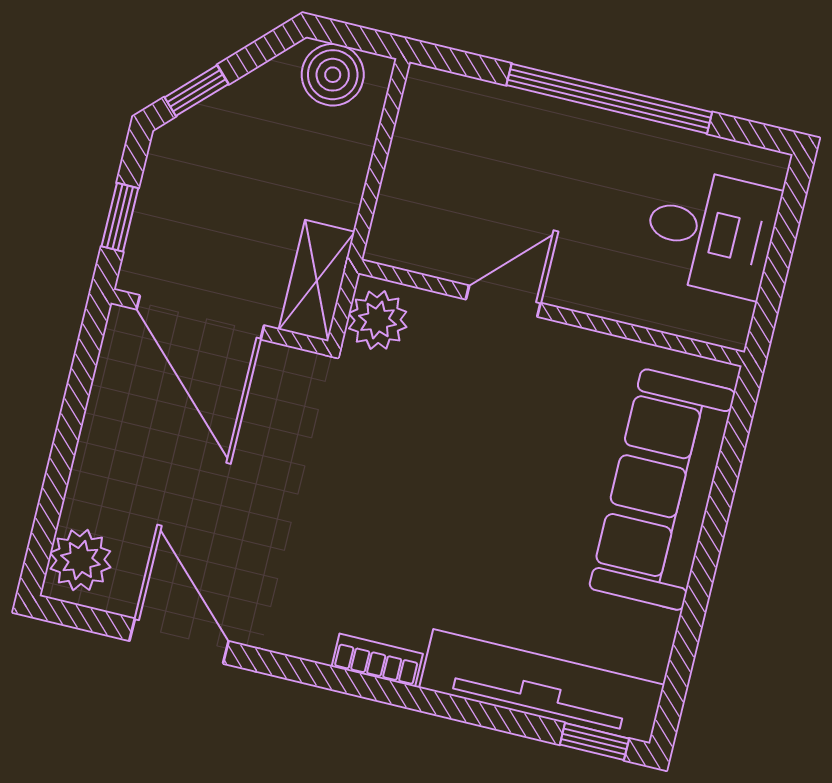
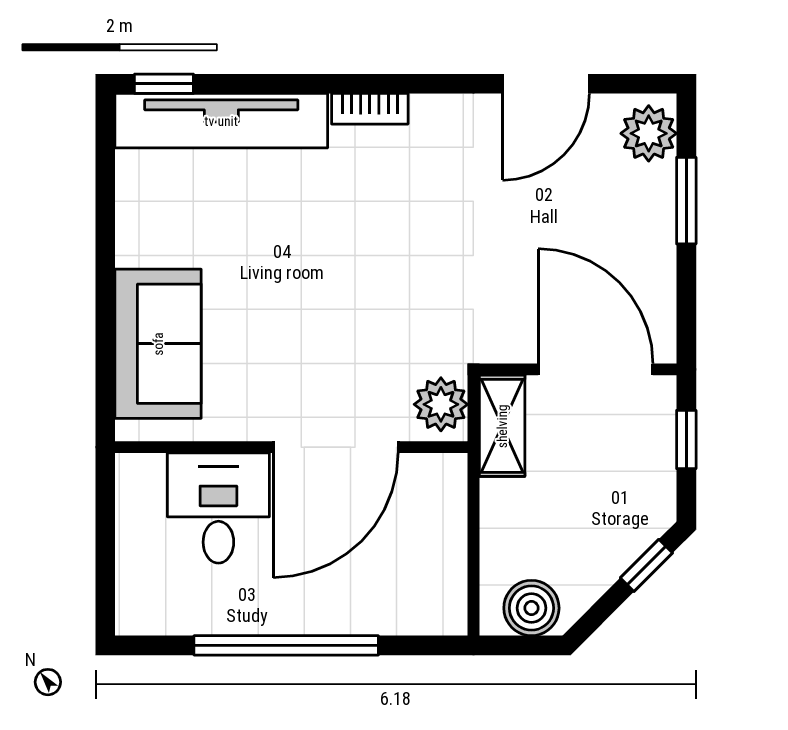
desk: (711, 232) -> (218, 508), moved, turned 90
door: (503, 301) -> (336, 447), width x1.88
window: (57, 477) -> (686, 201), added
sofa: (662, 490) -> (158, 344), width x0.73
door: (179, 641) -> (546, 84), hinge flipped

